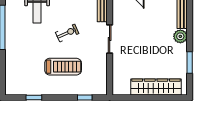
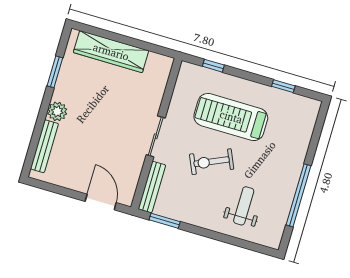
exercise bike: (67, 33) -> (212, 162), width x1.38, depth x1.39
treadmill: (63, 67) -> (231, 117), width x1.37, depth x1.37

